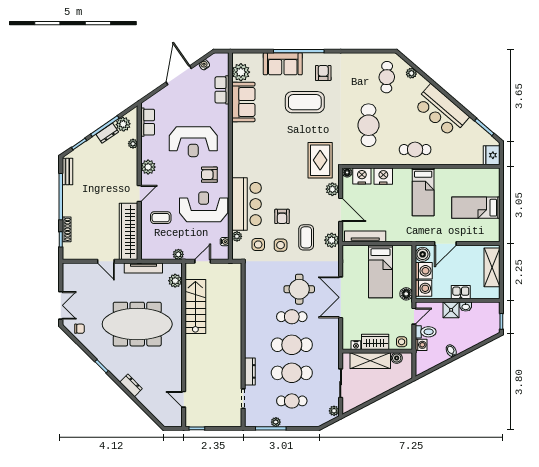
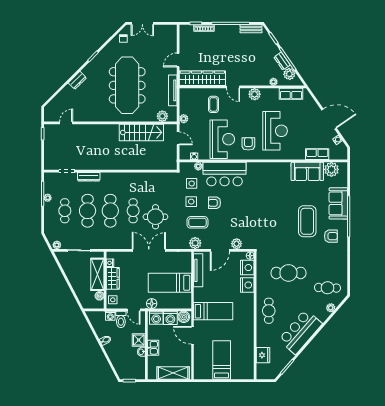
reception desk: (193, 142) -> (275, 131), turned 180
fridge: (492, 155) -> (263, 355), moved, turned 90
rug: (320, 160) -> (260, 234), removed
bed: (423, 192) -> (213, 311), moved, turned 180

